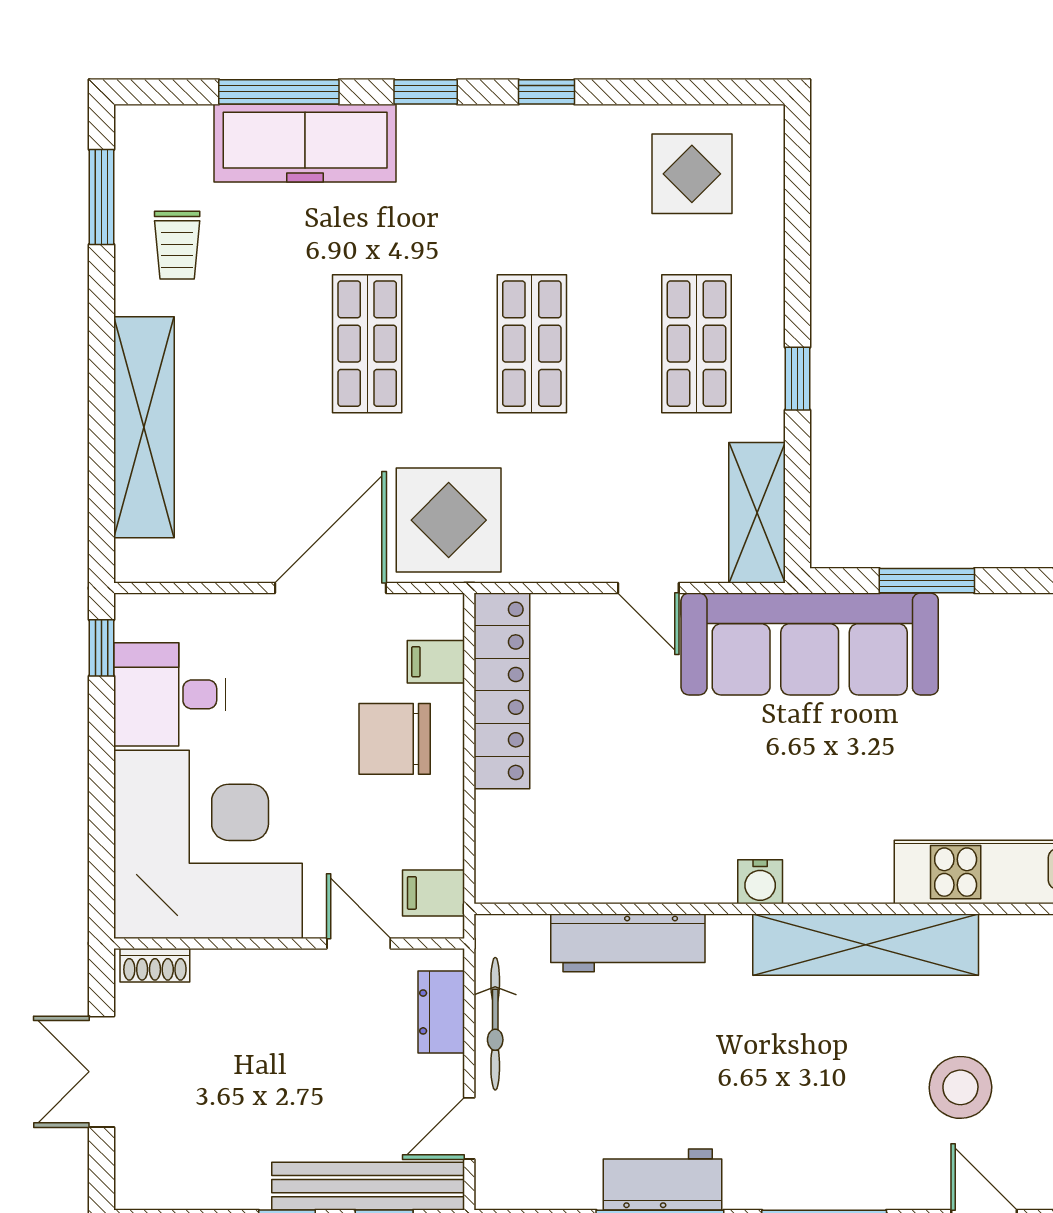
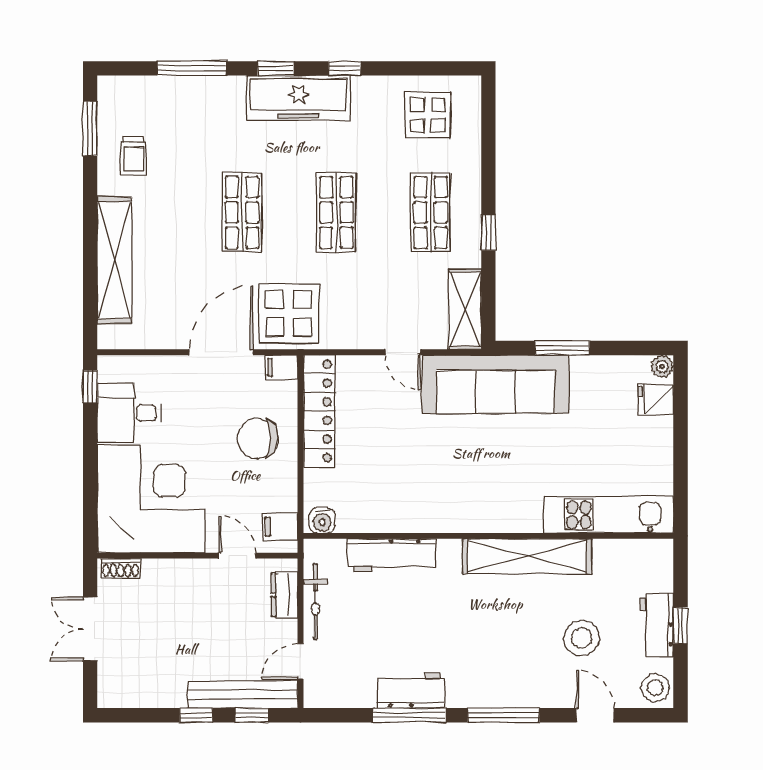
freezer: (305, 143) -> (298, 98), moved
filing cabinet: (436, 662) -> (281, 367), moved
water cooler: (760, 882) -> (322, 520), moved

